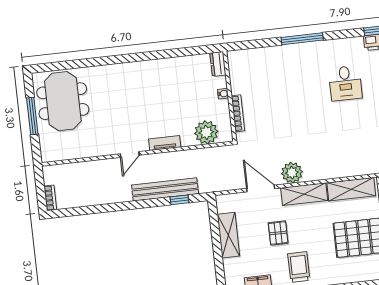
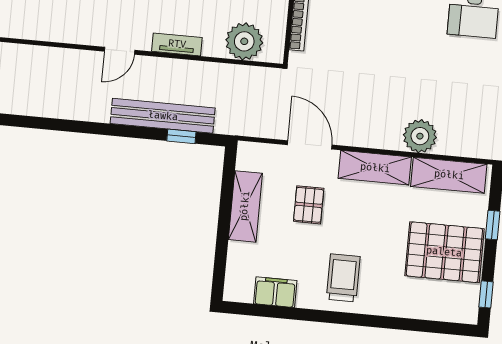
plant: (292, 173) -> (420, 136), moved
pallet: (278, 233) -> (309, 205), moved

